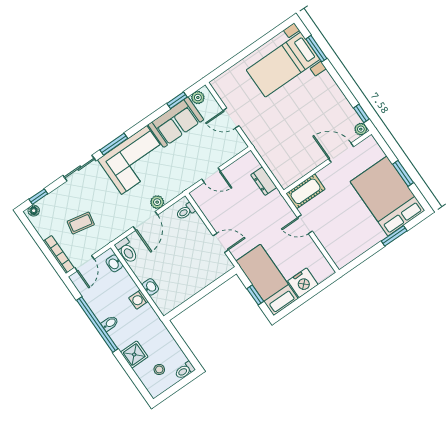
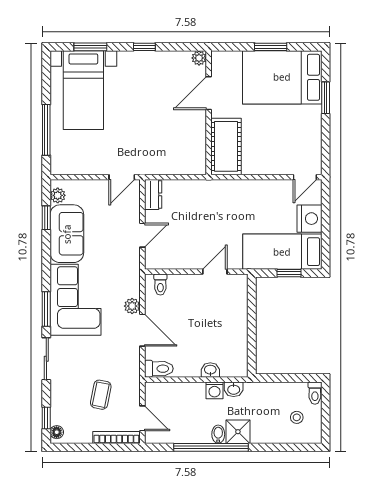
window: (238, 58) -> (46, 130), added
window: (361, 113) -> (144, 47), moved
door: (231, 118) -> (122, 177), moved
dresser: (264, 181) -> (153, 194), moved, turned -90
cot: (306, 191) -> (226, 146), width x1.37, depth x1.34
door: (305, 224) -> (305, 177), moved
washbasin: (114, 263) -> (234, 389), moved
shower: (134, 355) -> (238, 432), moved

